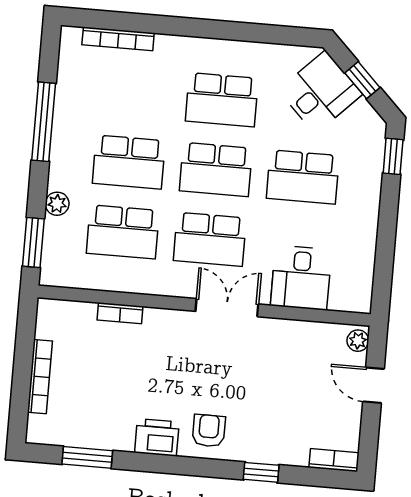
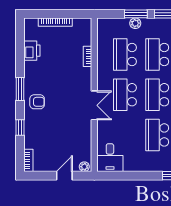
window: (33, 242) -> (136, 14), moved
desk: (301, 278) -> (110, 158), moved, turned -90
printer: (157, 437) -> (32, 51), moved
window: (87, 457) -> (20, 89), moved

